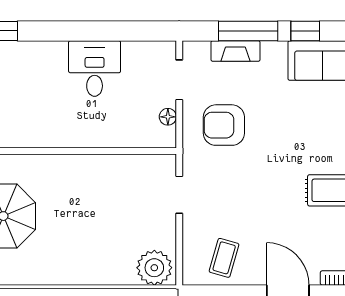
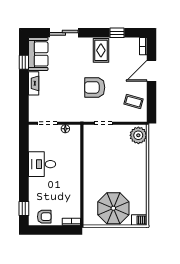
window: (248, 31) -> (24, 90), removed
fireplace: (235, 51) -> (34, 83), moved
armchair: (224, 125) -> (95, 87), moved, turned 90

